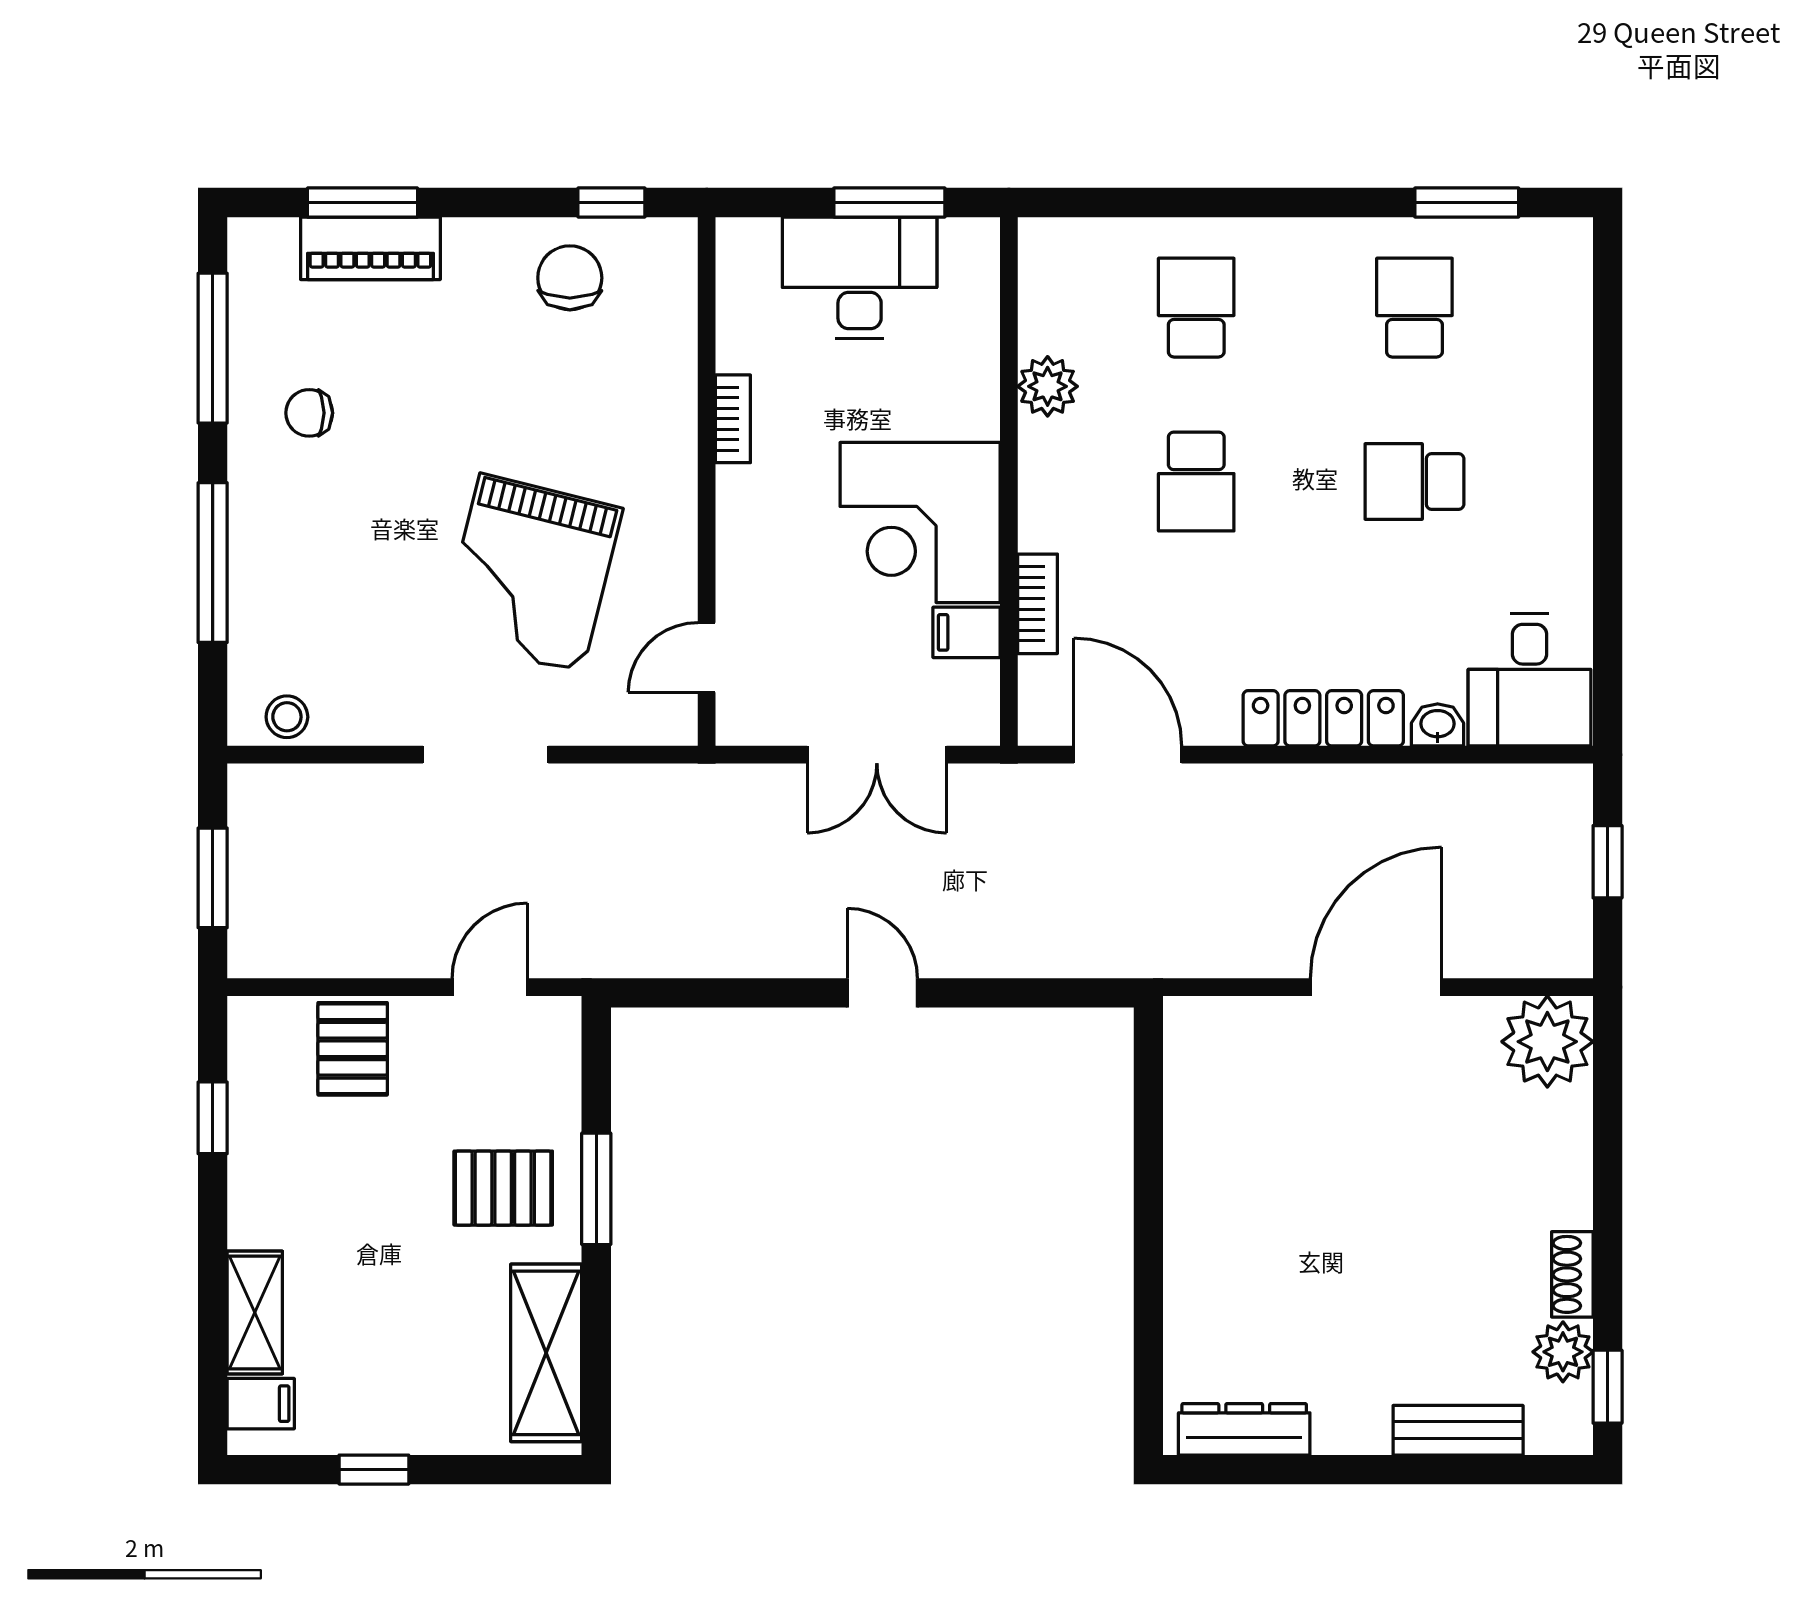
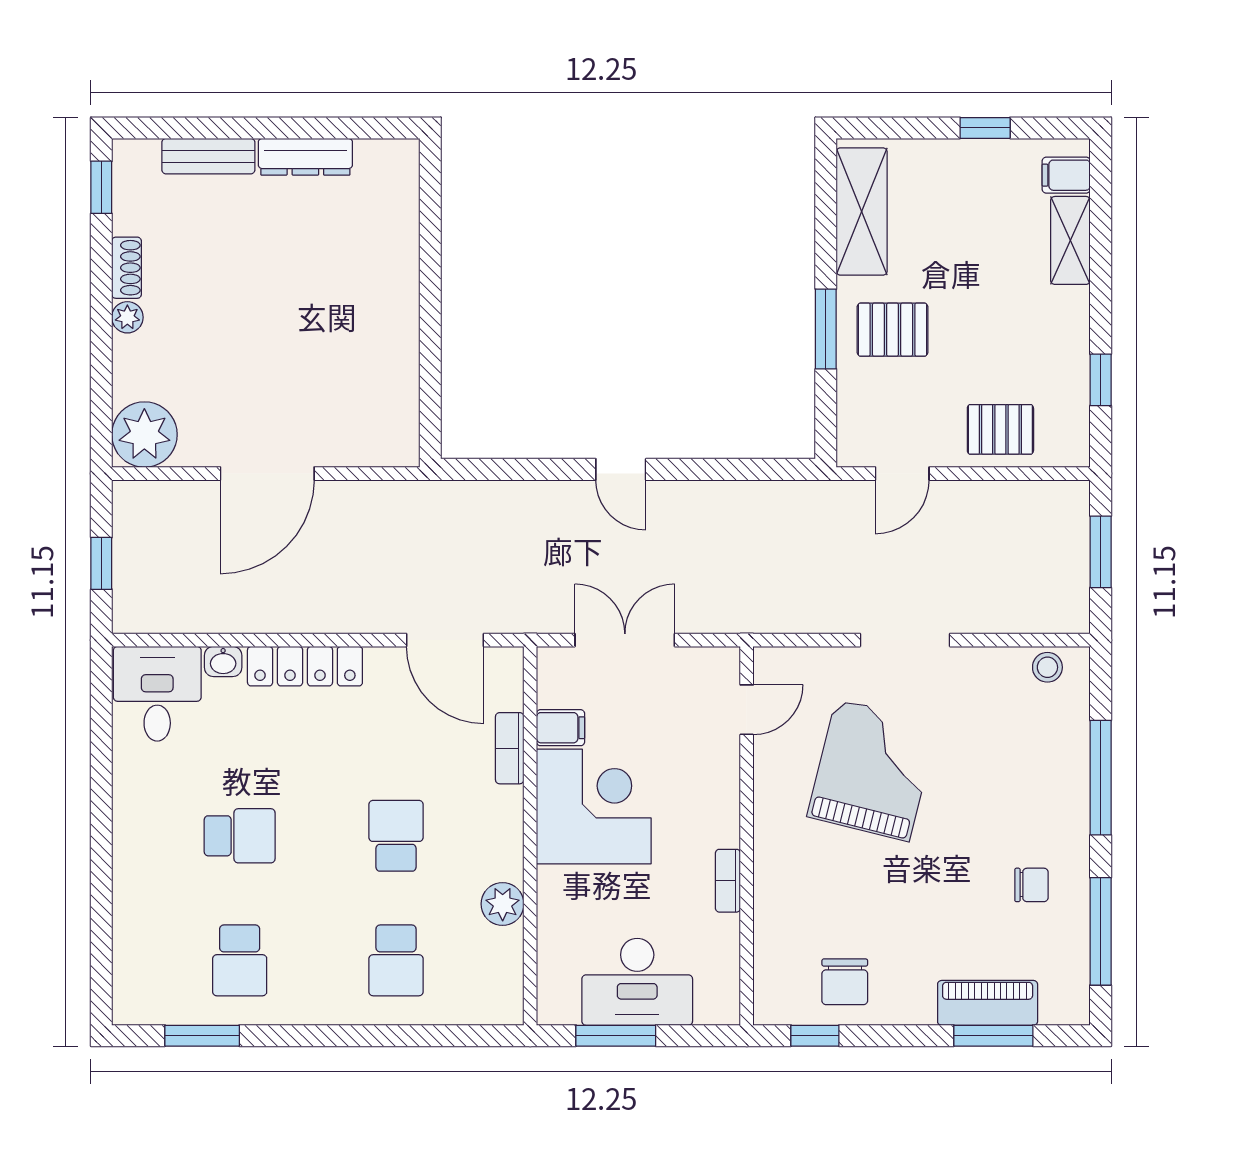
pallet: (353, 1049) -> (1000, 429), turned 90
plant: (1563, 1352) -> (127, 317), moved, width x0.73, depth x0.73
dresser: (1244, 1429) -> (305, 157), moved

